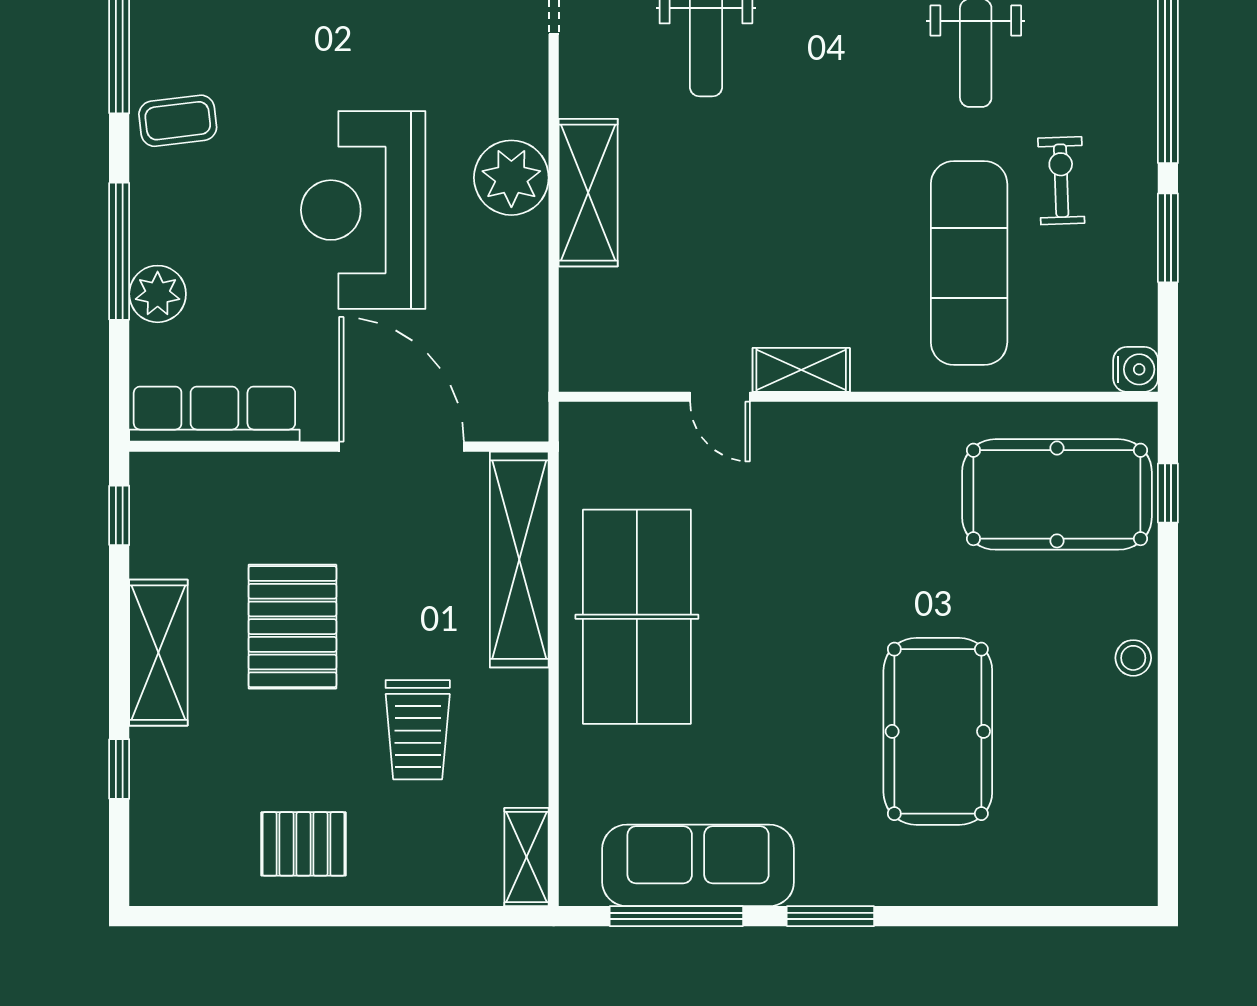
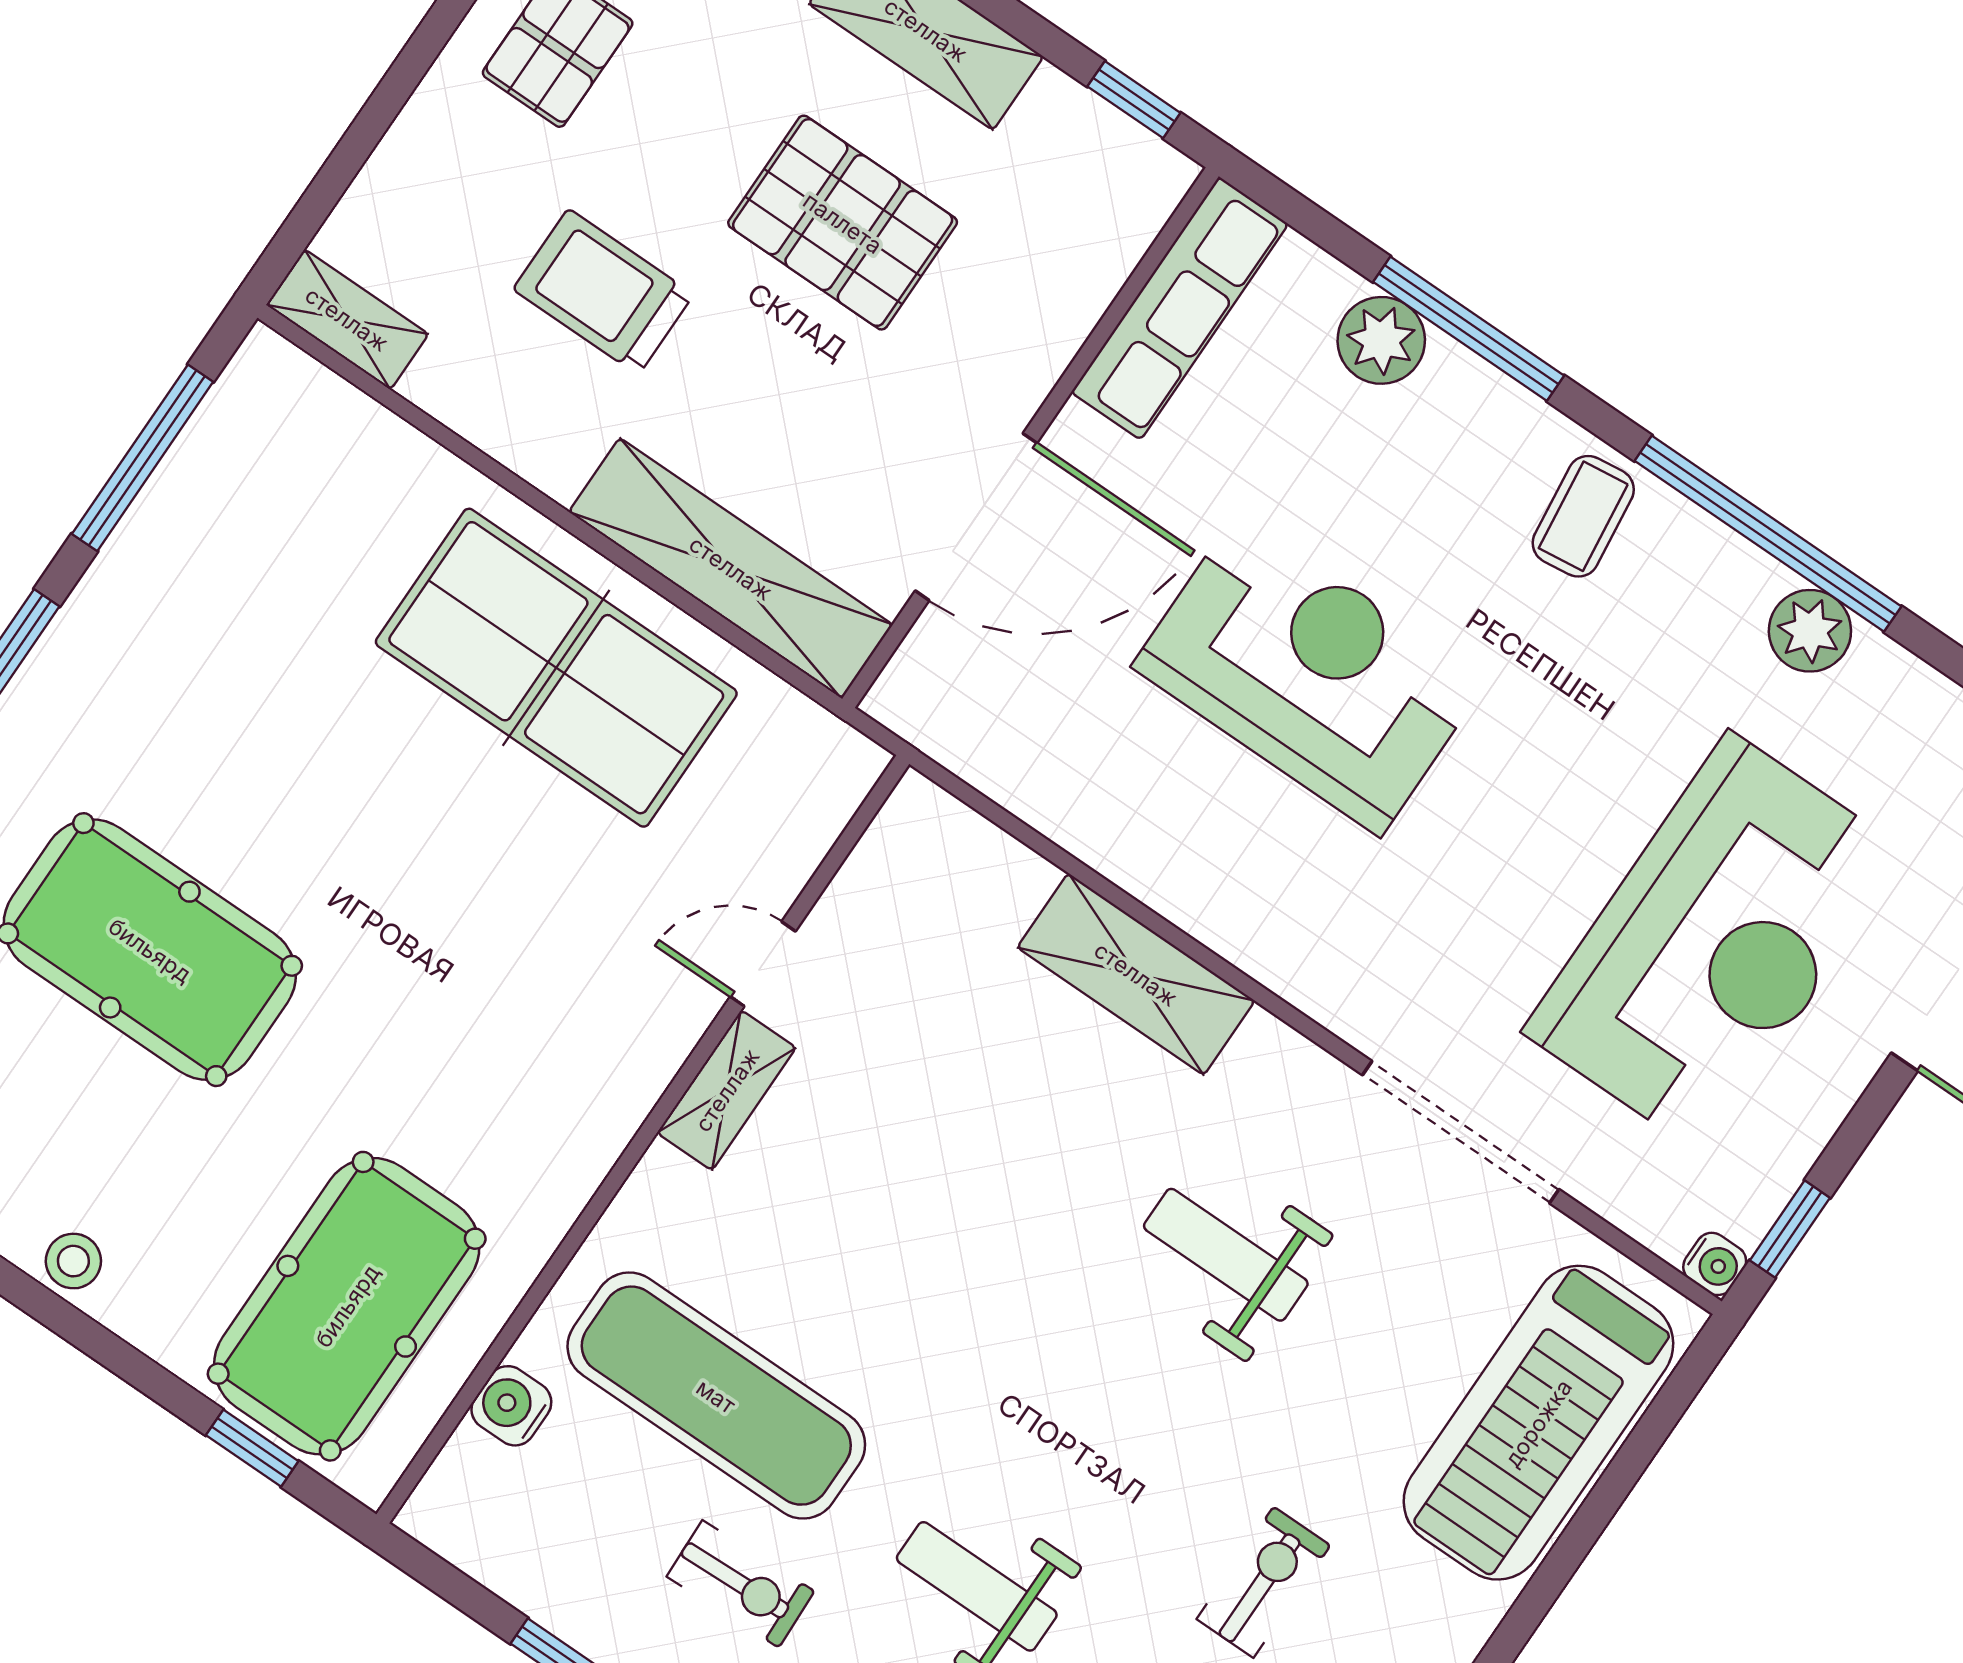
plant: (511, 178) -> (1222, 890), removed
water cooler: (1136, 369) -> (511, 1406), moved, turned 90
sofa: (698, 865) -> (188, 529), removed

